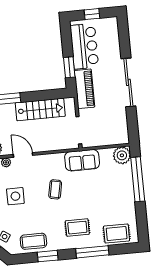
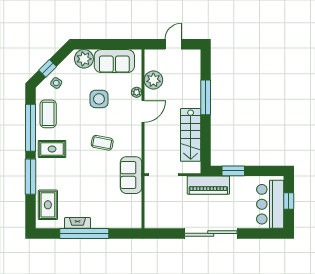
bar counter: (84, 46) -> (270, 204), moved, turned 90
plant: (122, 155) -> (132, 219), removed
window: (138, 179) -> (84, 233), moved
fireplace: (130, 205) -> (77, 223), added
rug: (77, 228) -> (52, 149), moved, turned 90
window: (48, 256) -> (31, 128), width x2.11

